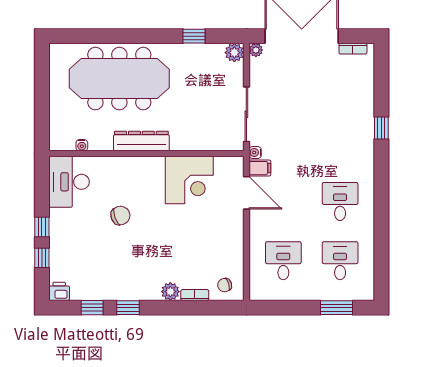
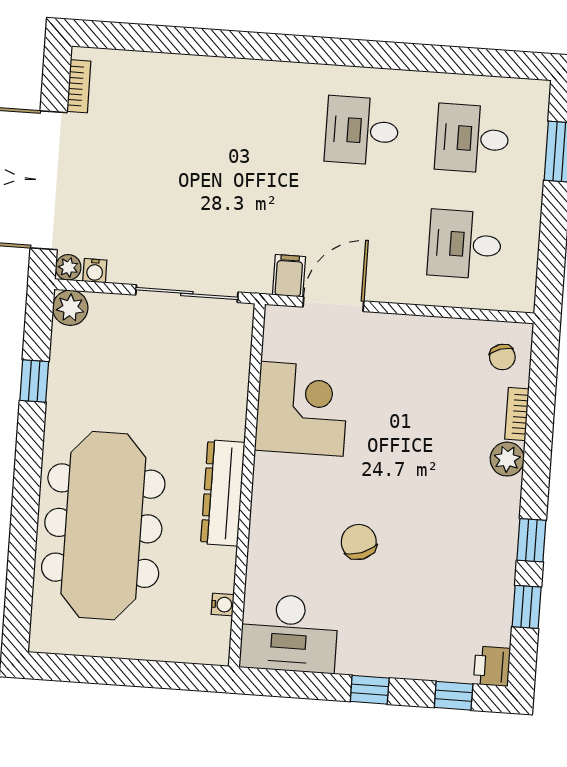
window: (381, 128) -> (230, 44), removed
water cooler: (255, 152) -> (95, 271), moved
window: (42, 258) -> (454, 696), moved

